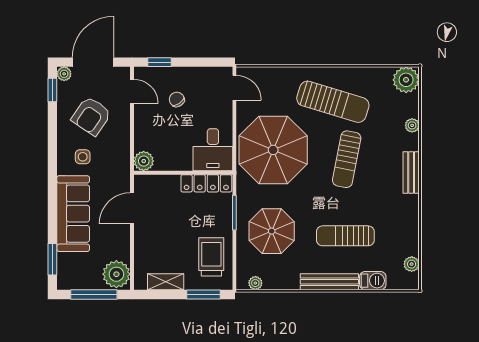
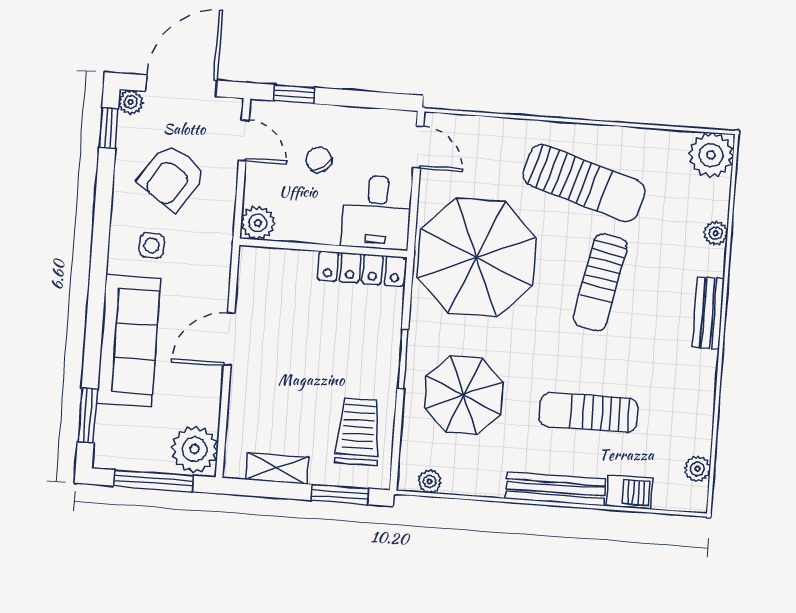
desk: (213, 150) -> (377, 212), moved
plant: (144, 161) -> (258, 223), moved
wall: (183, 173) -> (323, 248), moved
locker: (206, 183) -> (361, 269), moved

